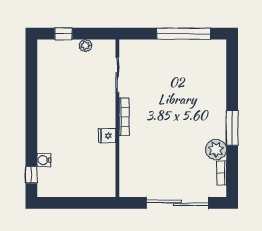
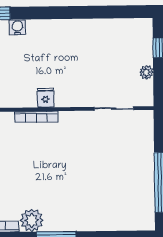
bookcase: (124, 117) -> (36, 117), moved

